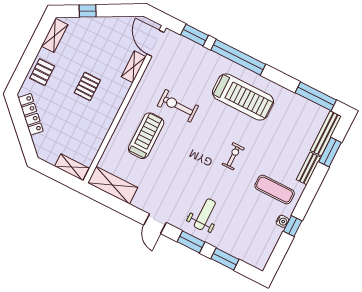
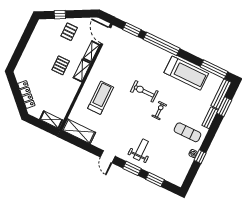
shelving: (55, 35) -> (82, 71), moved
pallet: (42, 72) -> (69, 32), moved
treadmill: (243, 97) -> (186, 73), moved
exercise bike: (178, 106) -> (144, 91), moved
locker: (31, 114) -> (26, 94), moved

